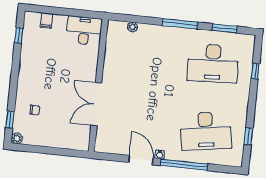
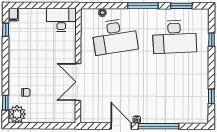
filing cabinet: (46, 21) -> (13, 15), moved
desk: (206, 131) -> (115, 37), moved
plant: (17, 138) -> (17, 114), width x1.88, depth x1.88

